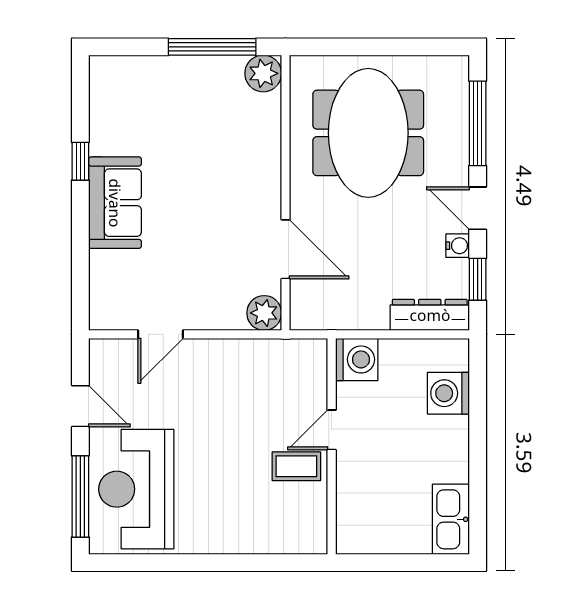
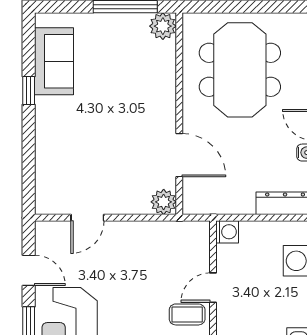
sofa: (115, 203) -> (54, 61), moved
washing machine: (357, 359) -> (227, 232), width x0.73, depth x0.73

